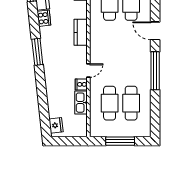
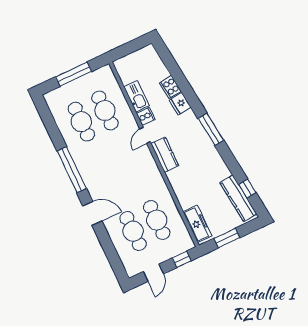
cooker: (44, 18) -> (170, 87), moved
kitchen counter: (81, 32) -> (165, 155), moved
fridge: (56, 125) -> (180, 104), moved

